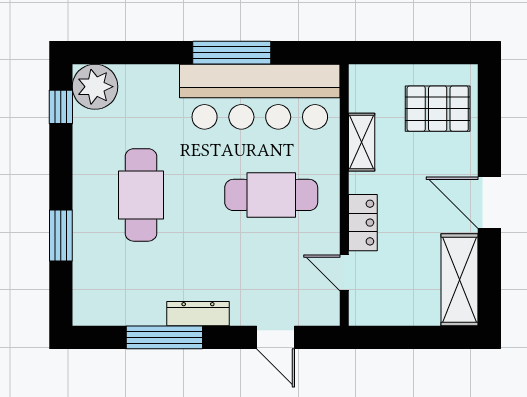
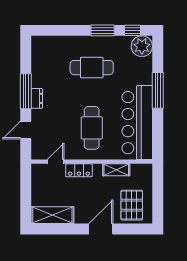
window: (232, 53) -> (158, 90), moved
door: (489, 203) -> (101, 229), moved
window: (61, 236) -> (103, 30), moved
dresser: (198, 314) -> (37, 98), width x0.70
window: (164, 337) -> (26, 91), moved

